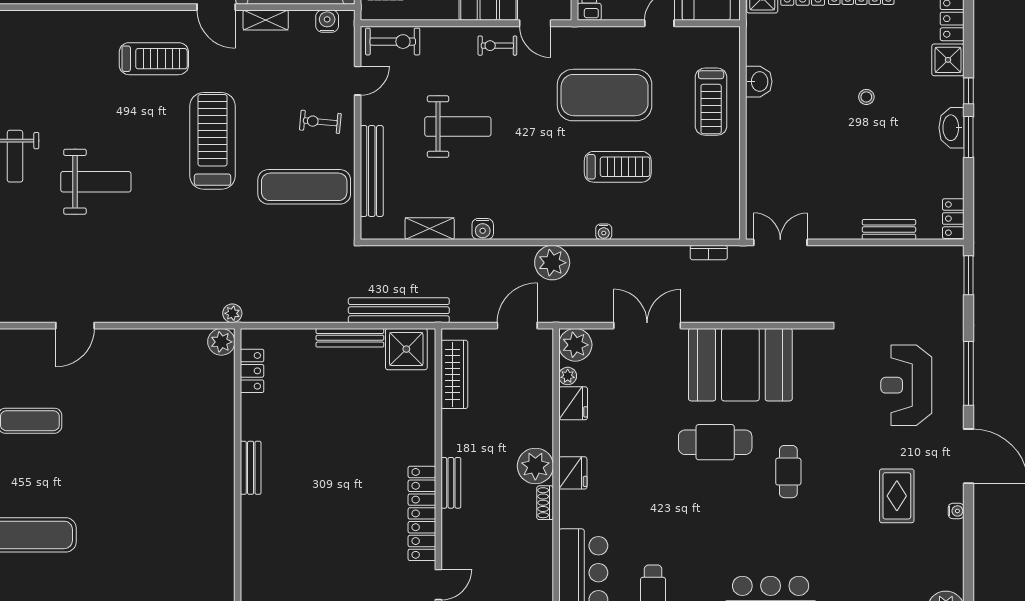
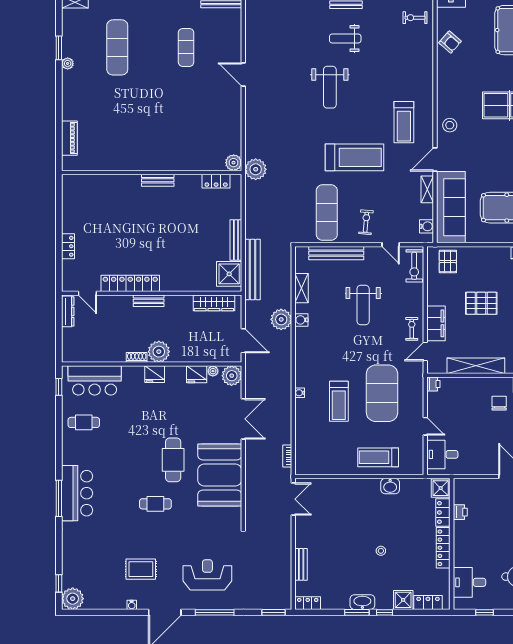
plant: (552, 263) -> (281, 319), moved
plant: (232, 313) -> (256, 169), width x1.87, depth x1.87

